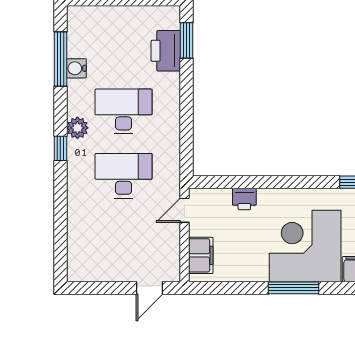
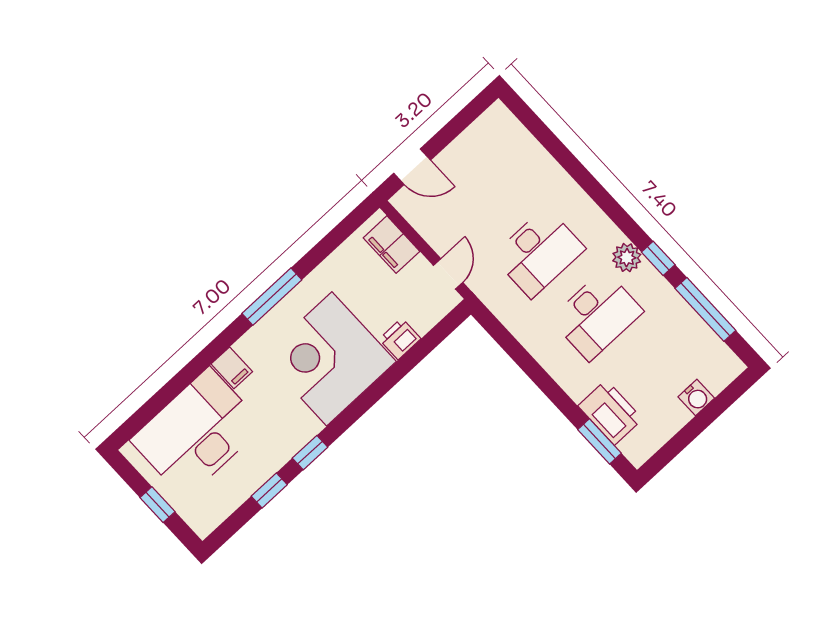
water cooler: (76, 68) -> (696, 398), moved, turned 90
window: (60, 148) -> (658, 258), moved
corner desk: (305, 246) -> (329, 359), moved, turned 180
door: (149, 288) -> (412, 167), swing flipped

